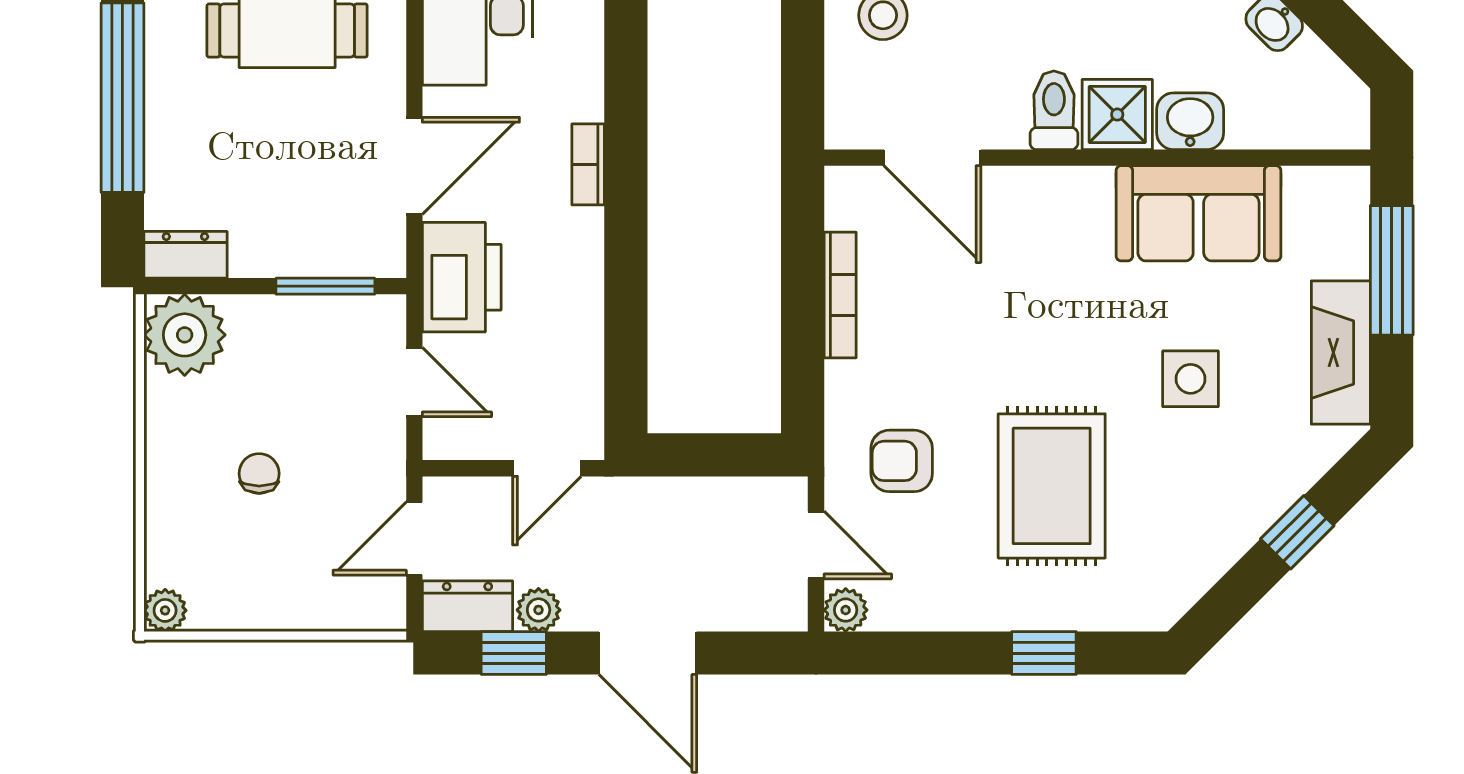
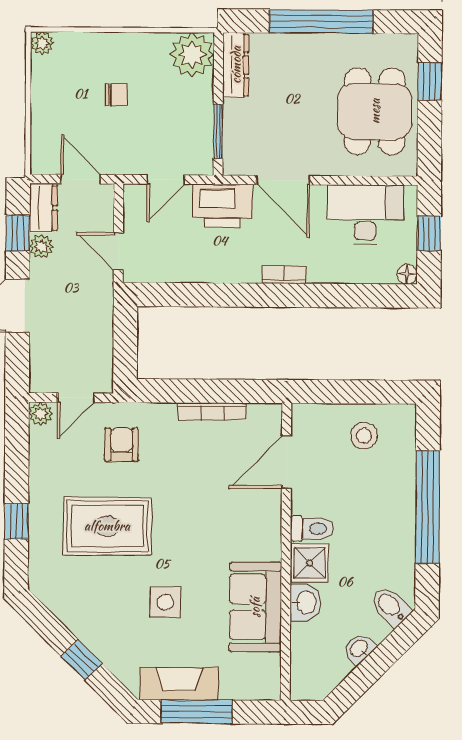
dresser: (185, 255) -> (236, 65), width x1.44
window: (1392, 270) -> (197, 712), moved

